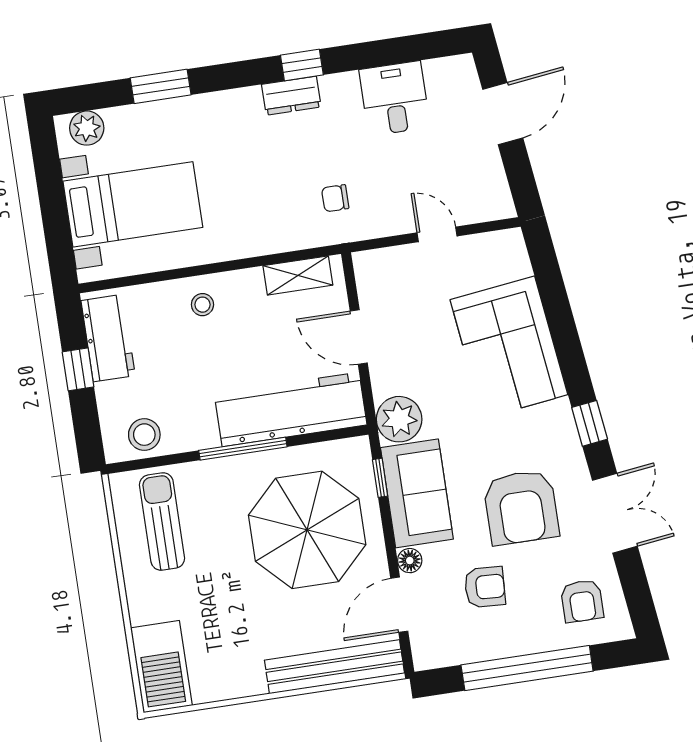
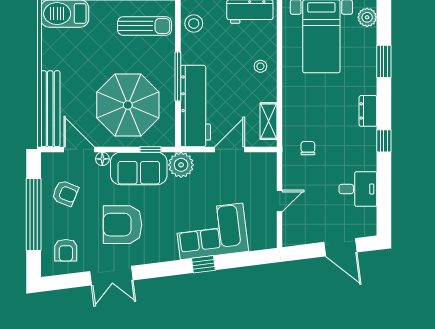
dresser: (291, 96) -> (368, 111), moved
window: (590, 423) -> (203, 264), moved
armchair: (485, 587) -> (65, 193), moved, turned -71
armchair: (582, 601) -> (66, 250), turned -90

